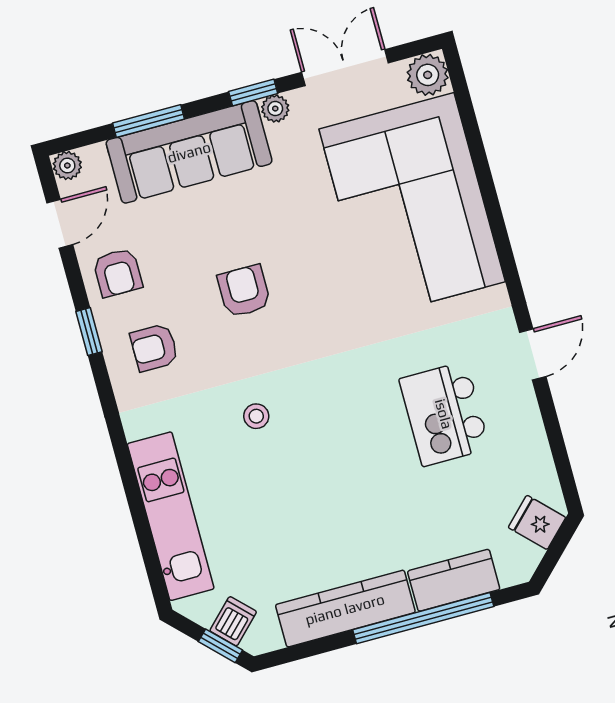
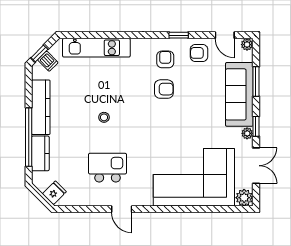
armchair: (244, 291) -> (164, 89), moved
stool: (256, 416) -> (104, 117), moved

